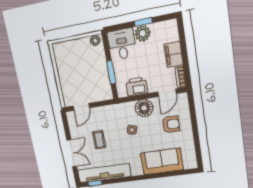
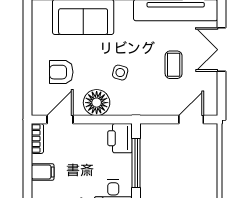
filing cabinet: (174, 54) -> (43, 172), width x0.50
window: (111, 72) -> (136, 163), width x1.44
printer: (137, 87) -> (120, 138), moved, turned 90

